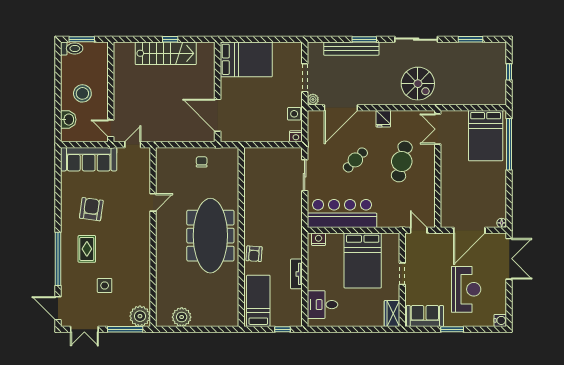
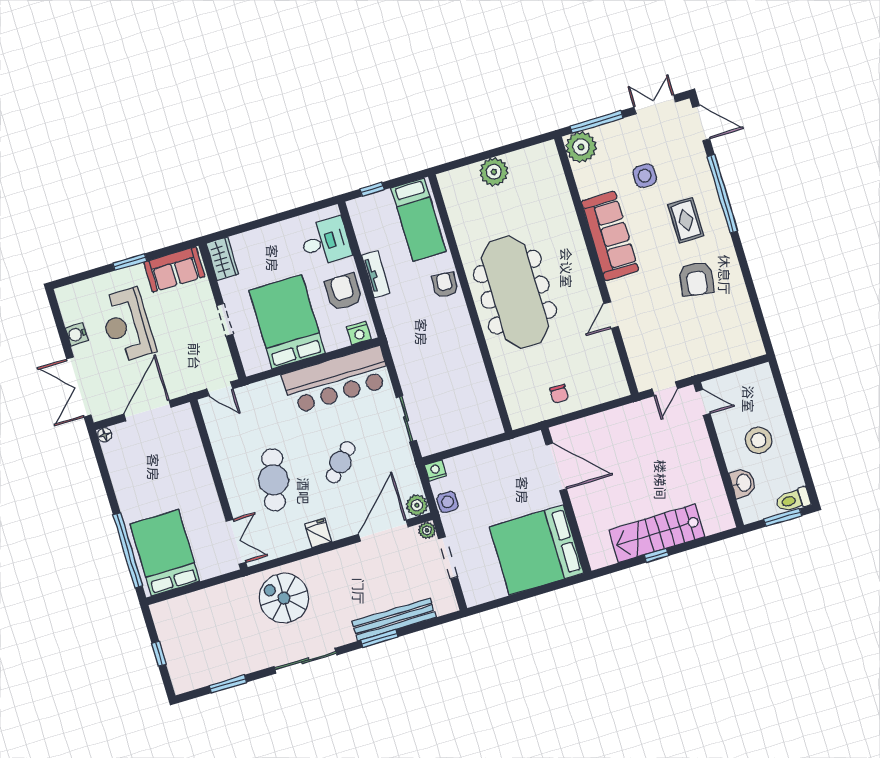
bed: (246, 59) -> (537, 550), width x1.36
plant: (315, 118) -> (417, 505), added
washbasin: (68, 120) -> (743, 483), moved, turned 180
sofa: (89, 159) -> (610, 236), moved, turned 90
armchair: (321, 269) -> (343, 292), added
plant: (182, 317) -> (494, 172), moved
water cooler: (500, 320) -> (77, 334), moved

